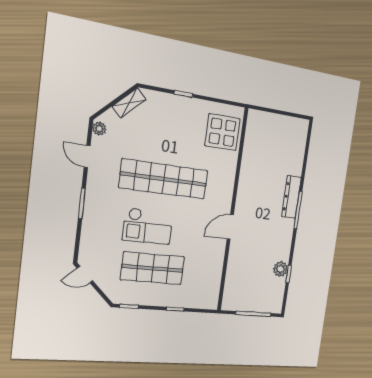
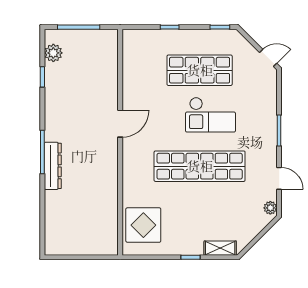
shelving: (129, 103) -> (220, 248), moved, turned 45
checkout: (148, 226) -> (210, 115), turned 180
plant: (280, 269) -> (53, 53), moved

